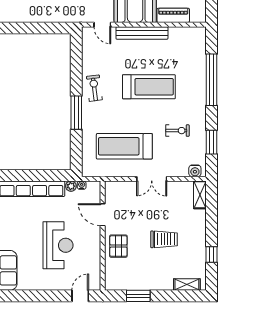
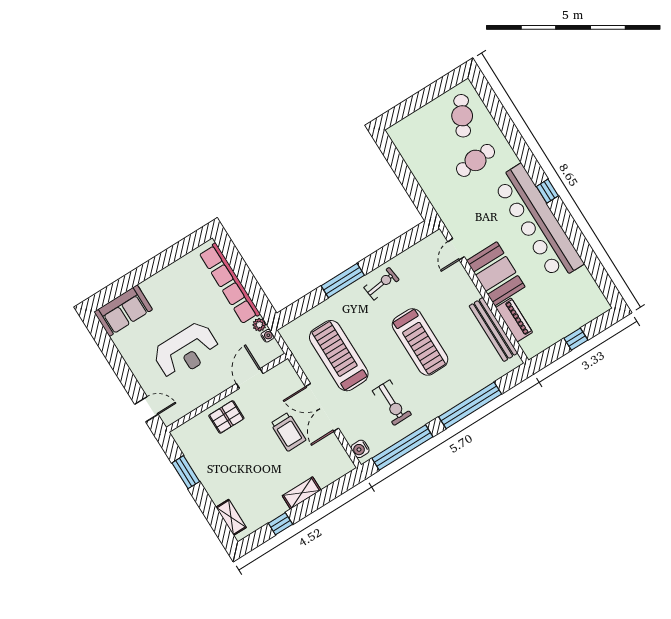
bench: (142, 33) -> (493, 329), moved
exercise bike: (177, 131) -> (392, 403), width x1.38, depth x1.39
window: (212, 142) -> (402, 448), width x2.11
double door: (152, 179) -> (322, 407), width x1.37
shelving: (200, 195) -> (302, 493), moved
trolley: (164, 239) -> (288, 432), moved

